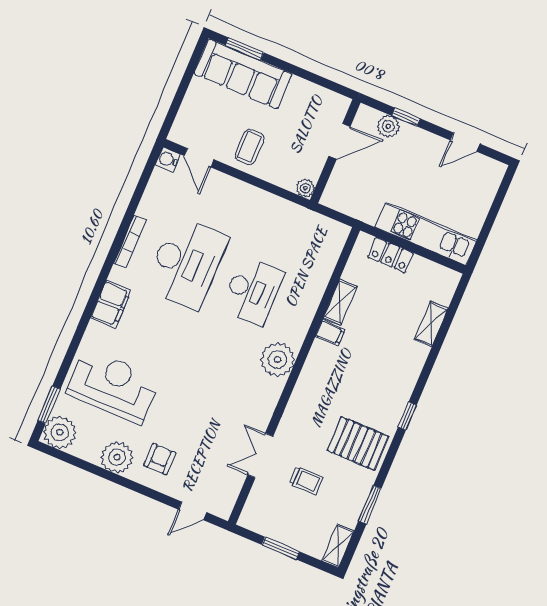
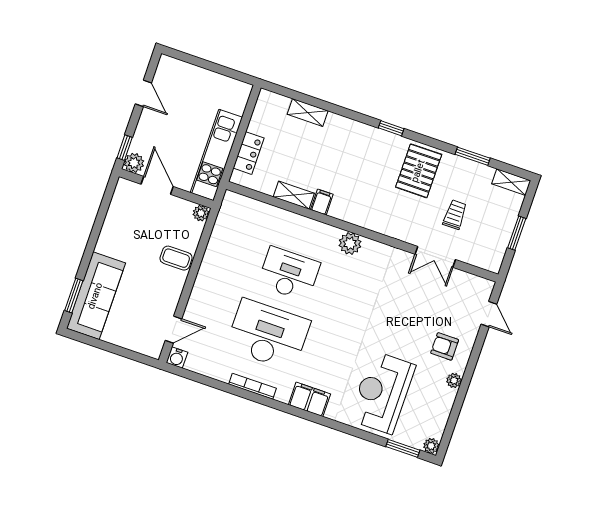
door: (339, 141) -> (157, 185), moved
coffee table: (250, 147) -> (176, 258), moved
wall: (335, 151) -> (166, 189), moved
plant: (305, 188) -> (201, 213), moved
kitchen unit: (426, 234) -> (216, 155), moved
plant: (278, 360) -> (350, 244), width x0.73, depth x0.73
plant: (60, 432) -> (431, 446), width x0.53, depth x0.53
plant: (117, 457) -> (454, 381), width x0.53, depth x0.53

